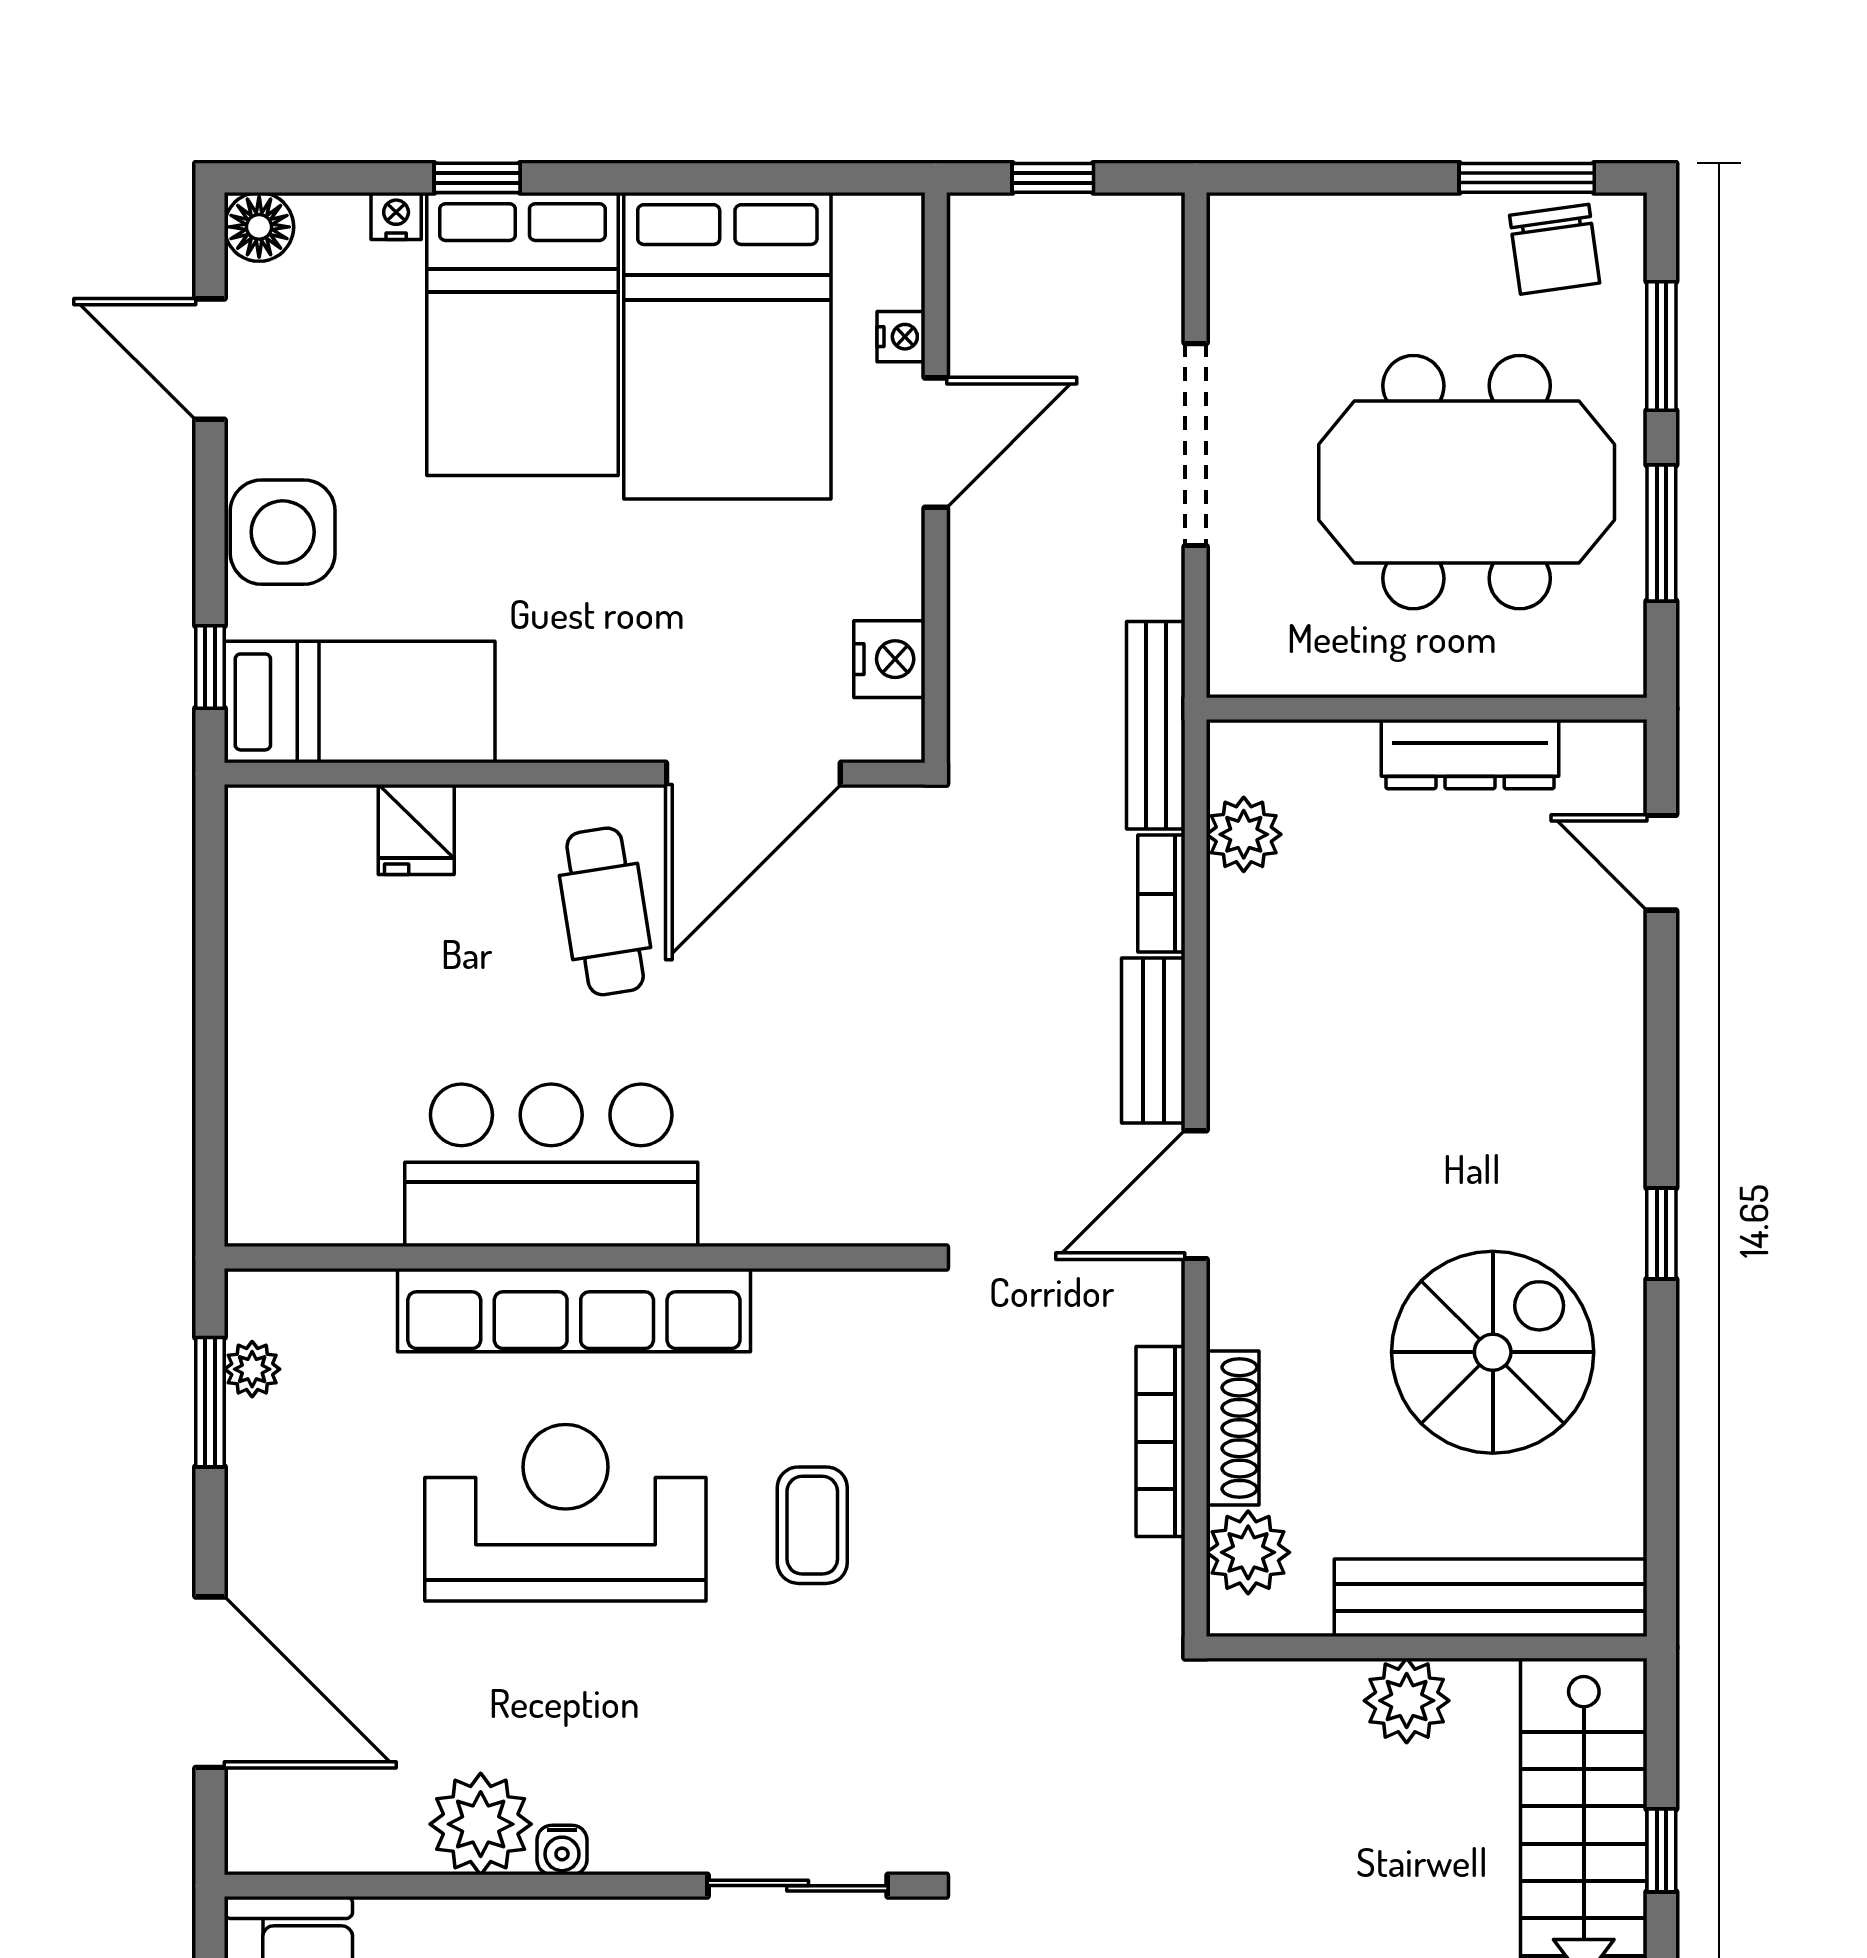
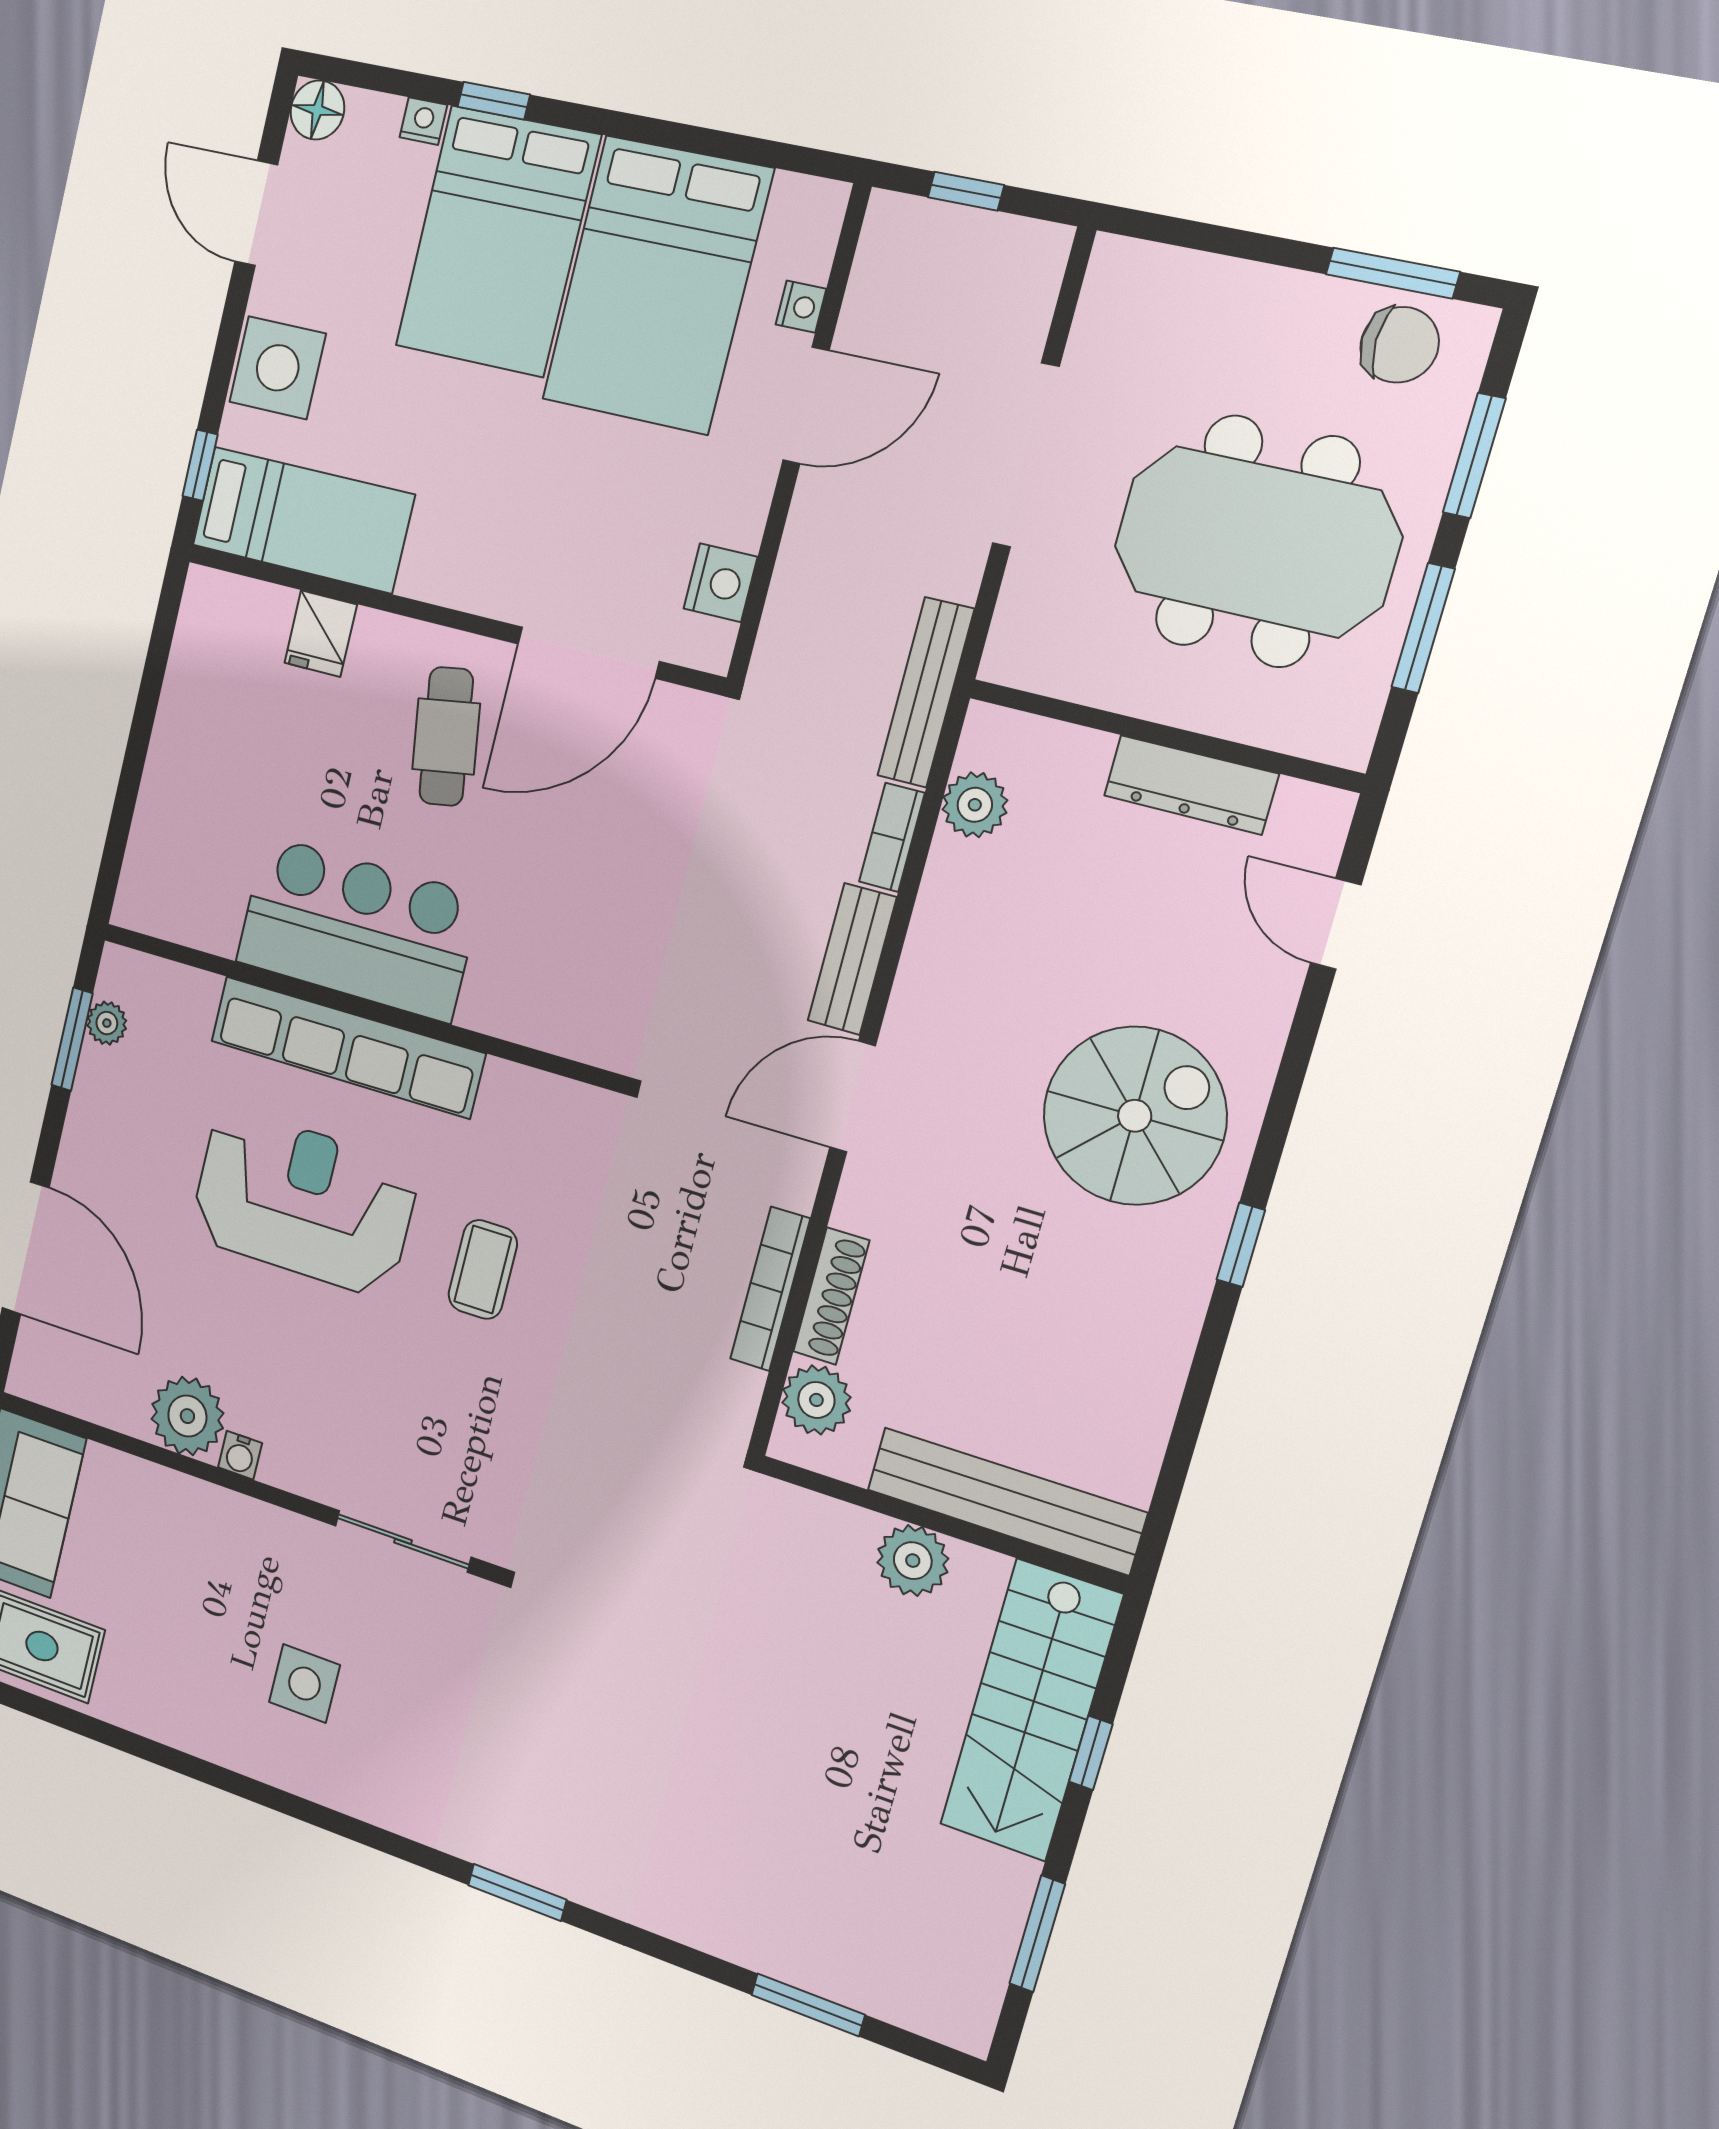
chair: (1555, 249) -> (1400, 345), turned -82
spiral stairs: (1493, 1352) -> (1135, 1116), moved

